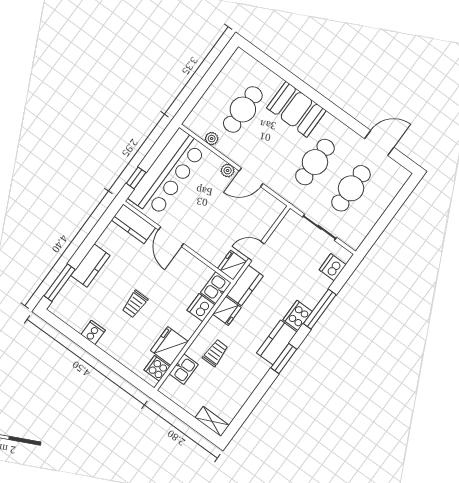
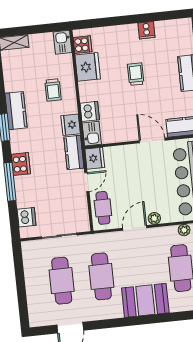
cafe table: (262, 218) -> (103, 208), added
kitchen counter: (277, 342) -> (16, 111), moved
kitchen sink: (184, 369) -> (62, 42), moved

